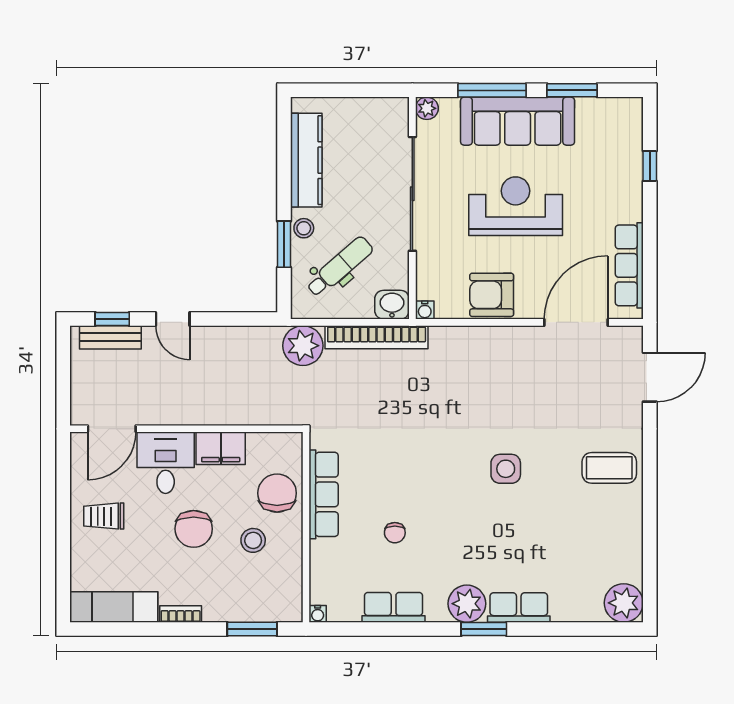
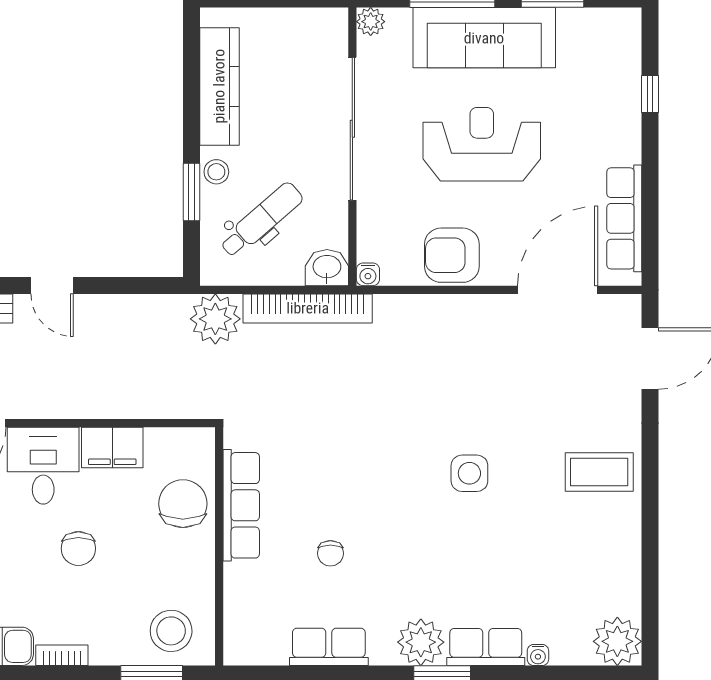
chair: (194, 529) -> (78, 549), width x0.73, depth x0.73
stool: (253, 540) -> (171, 631), moved, width x1.38, depth x1.38
water cooler: (318, 614) -> (538, 655), moved

